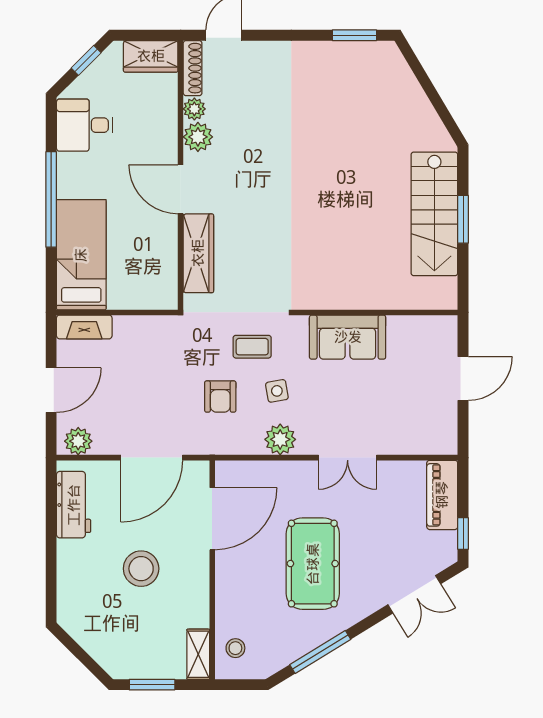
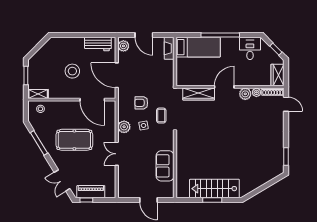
sofa: (348, 337) -> (165, 166), moved
piano: (442, 495) -> (91, 192), moved

